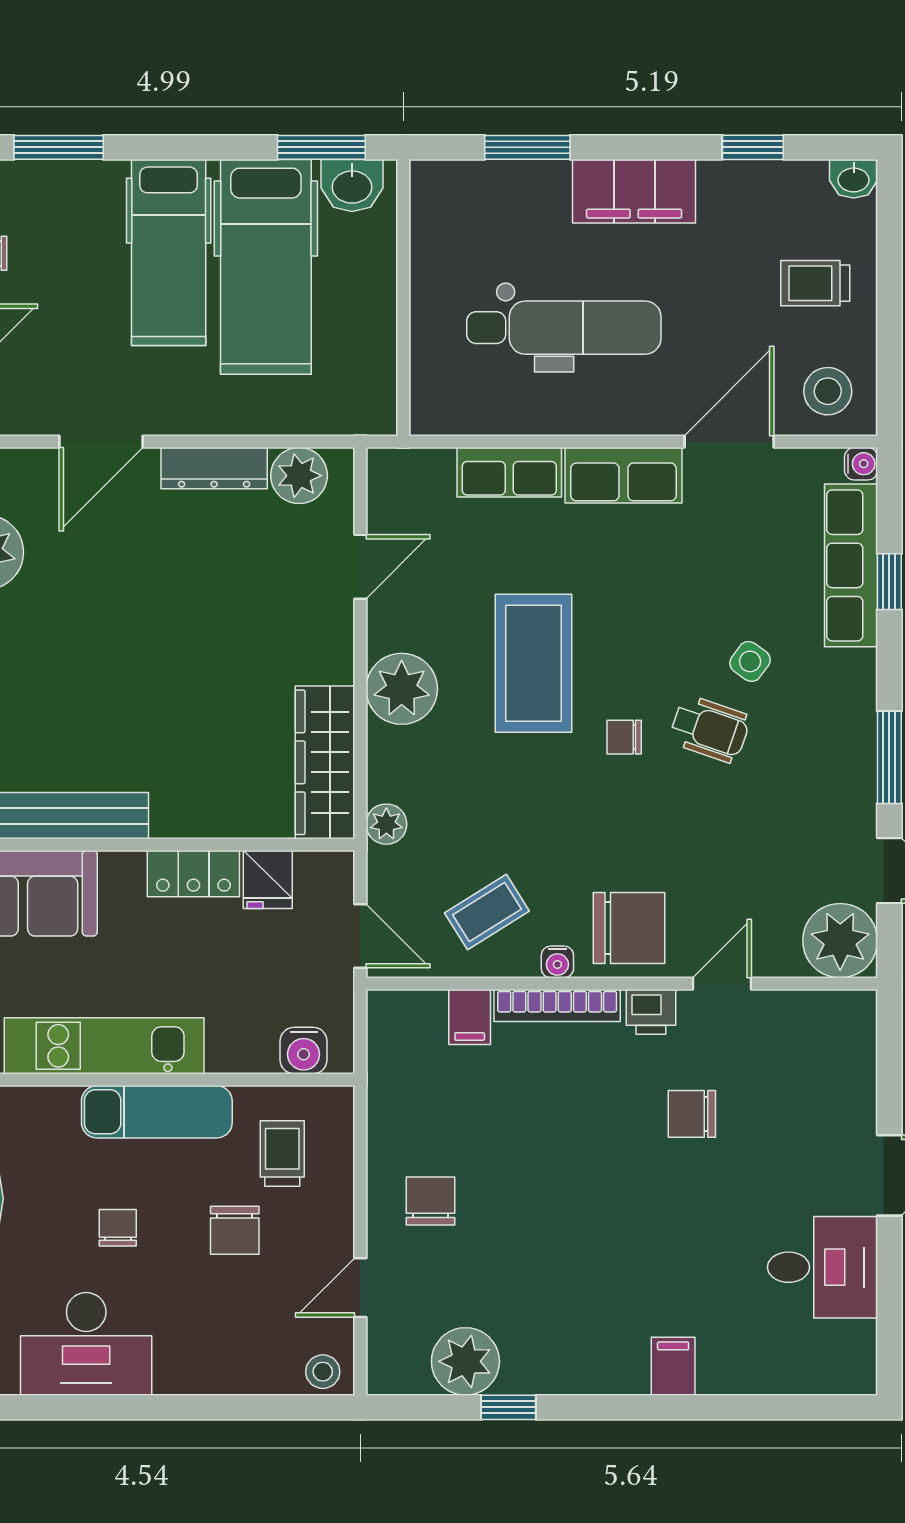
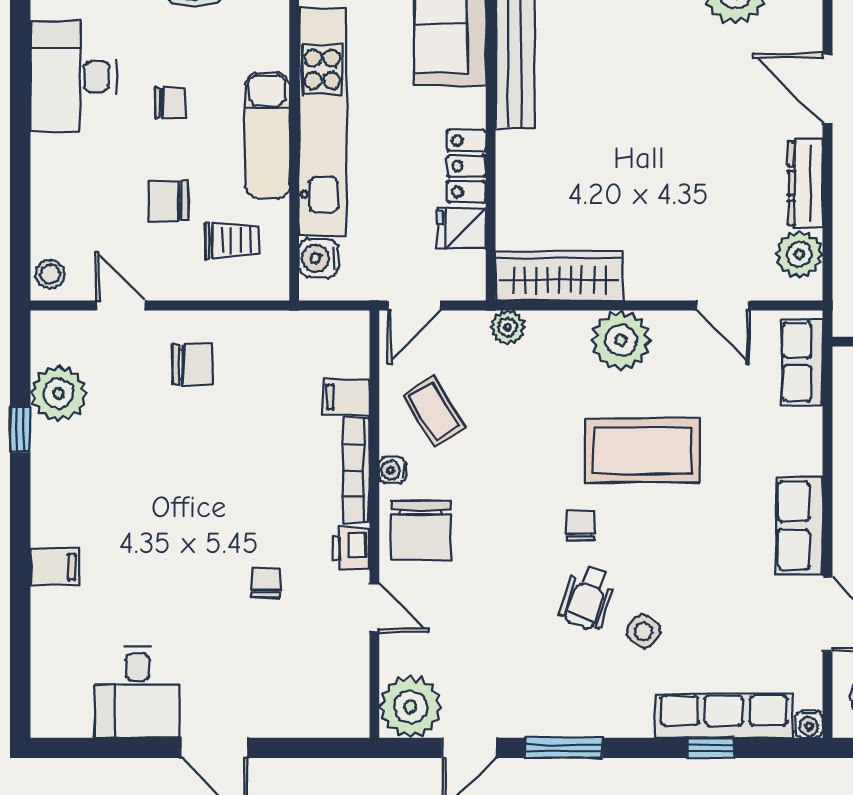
row of seats: (509, 472) -> (802, 362), moved
kitchen unit: (104, 1046) -> (322, 122), width x1.36
chair: (692, 1114) -> (266, 583), width x0.73, depth x0.73

